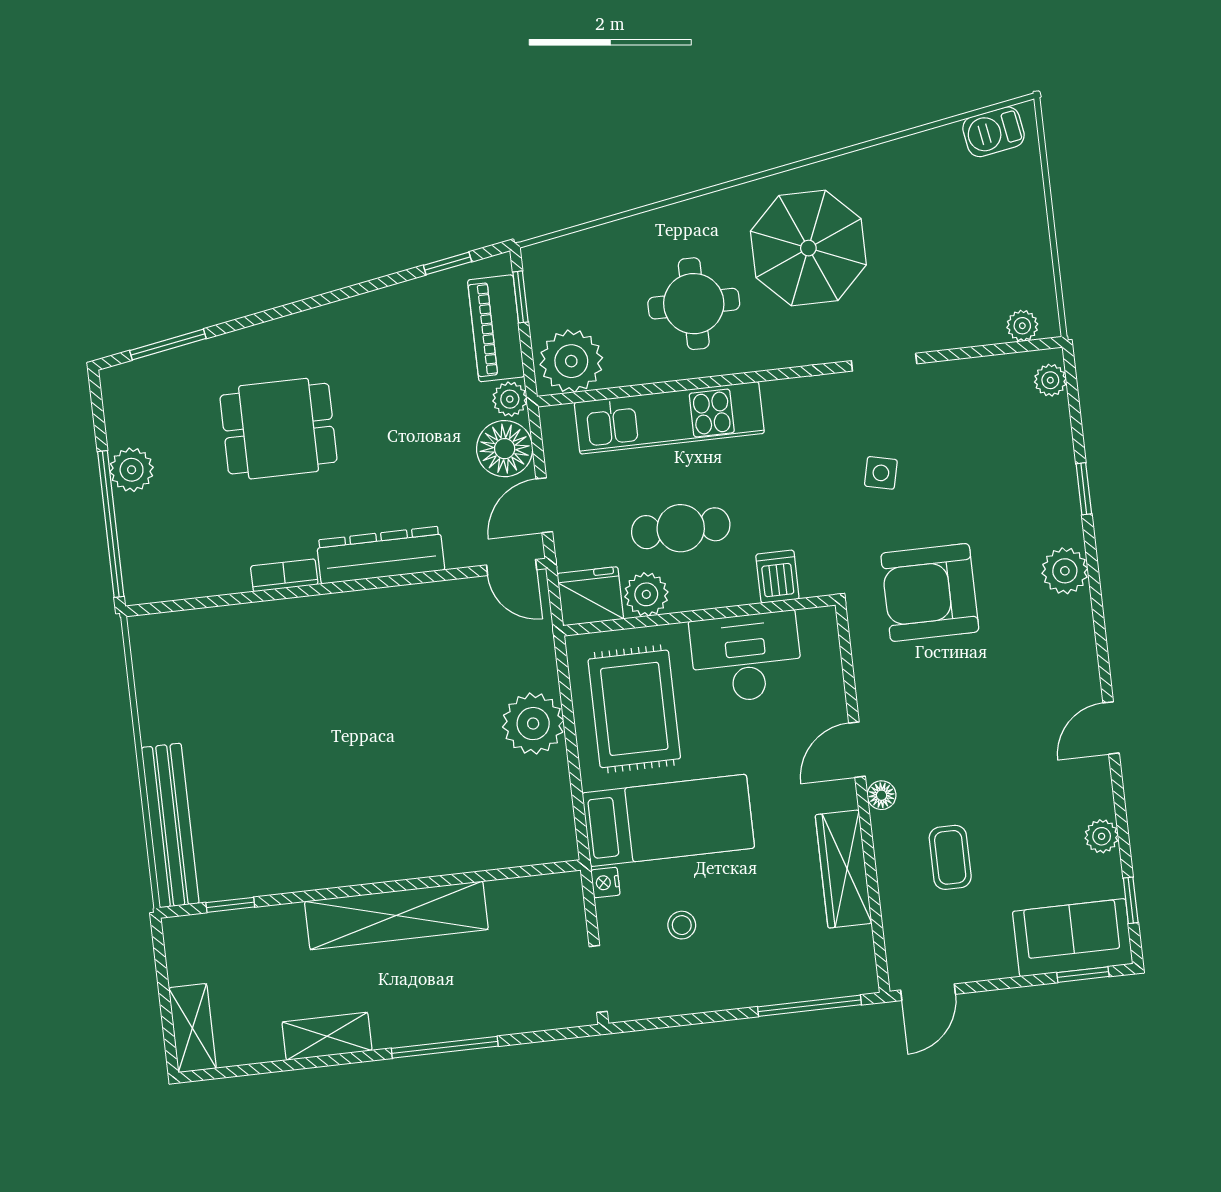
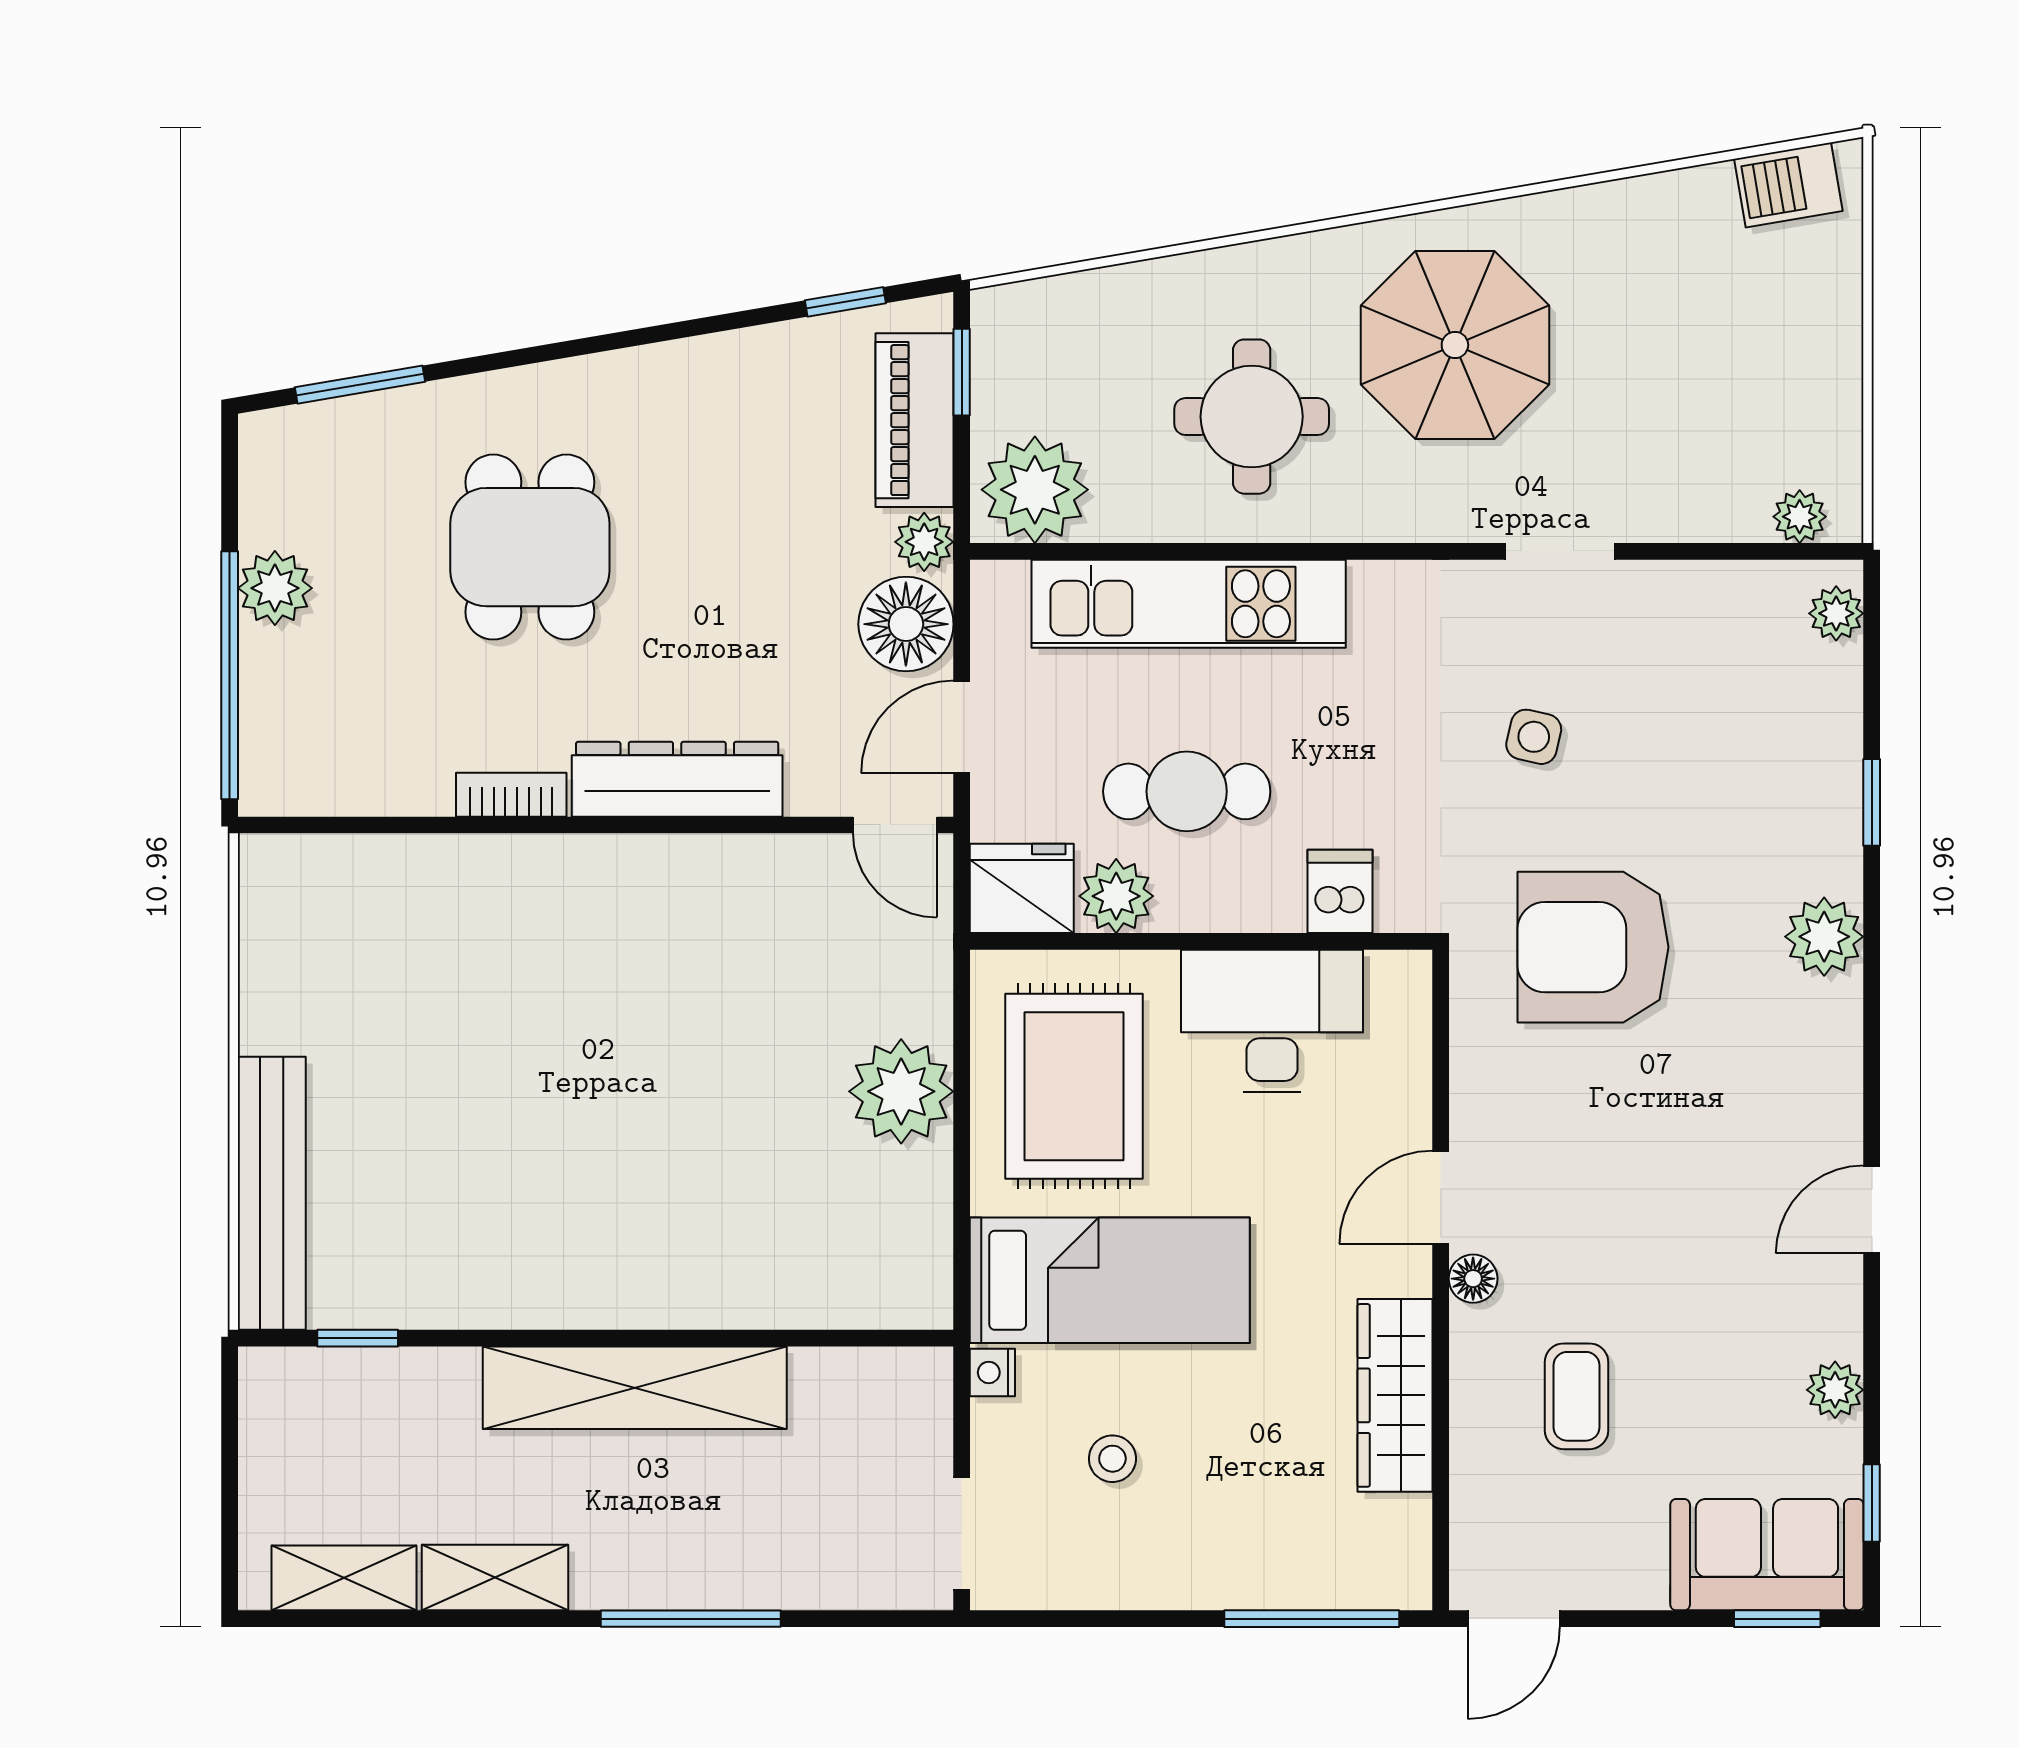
dining table: (279, 429) -> (530, 547), turned 90
shelving: (192, 1028) -> (344, 1578), moved, turned 90

